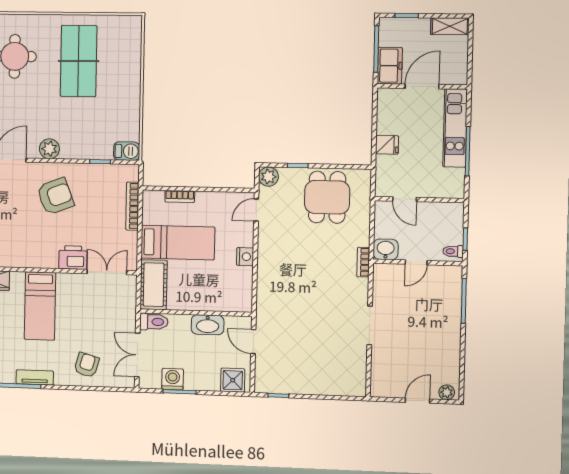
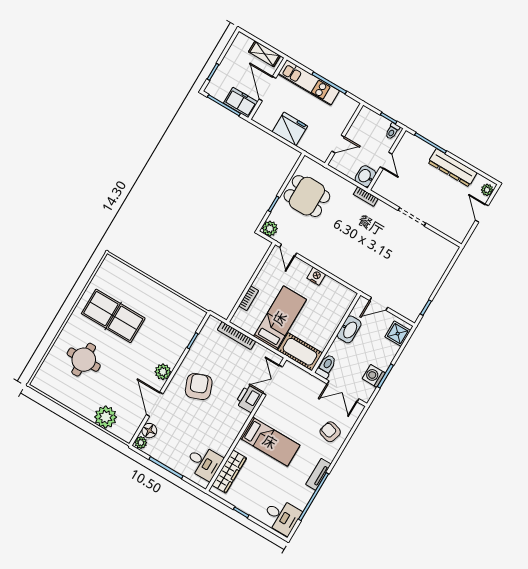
shelving: (450, 26) -> (264, 54), moved, turned 90
fridge: (387, 145) -> (290, 129), width x1.88, depth x1.34
barbecue: (127, 151) -> (196, 318), removed
dresser: (450, 341) -> (453, 168), added

